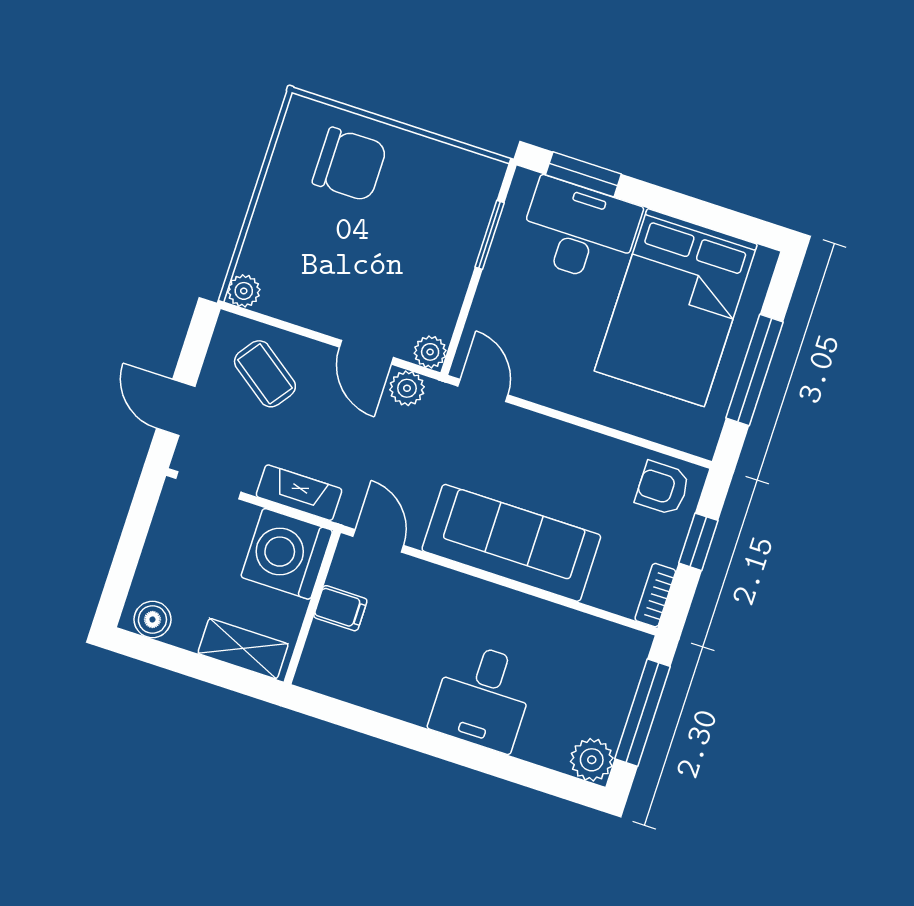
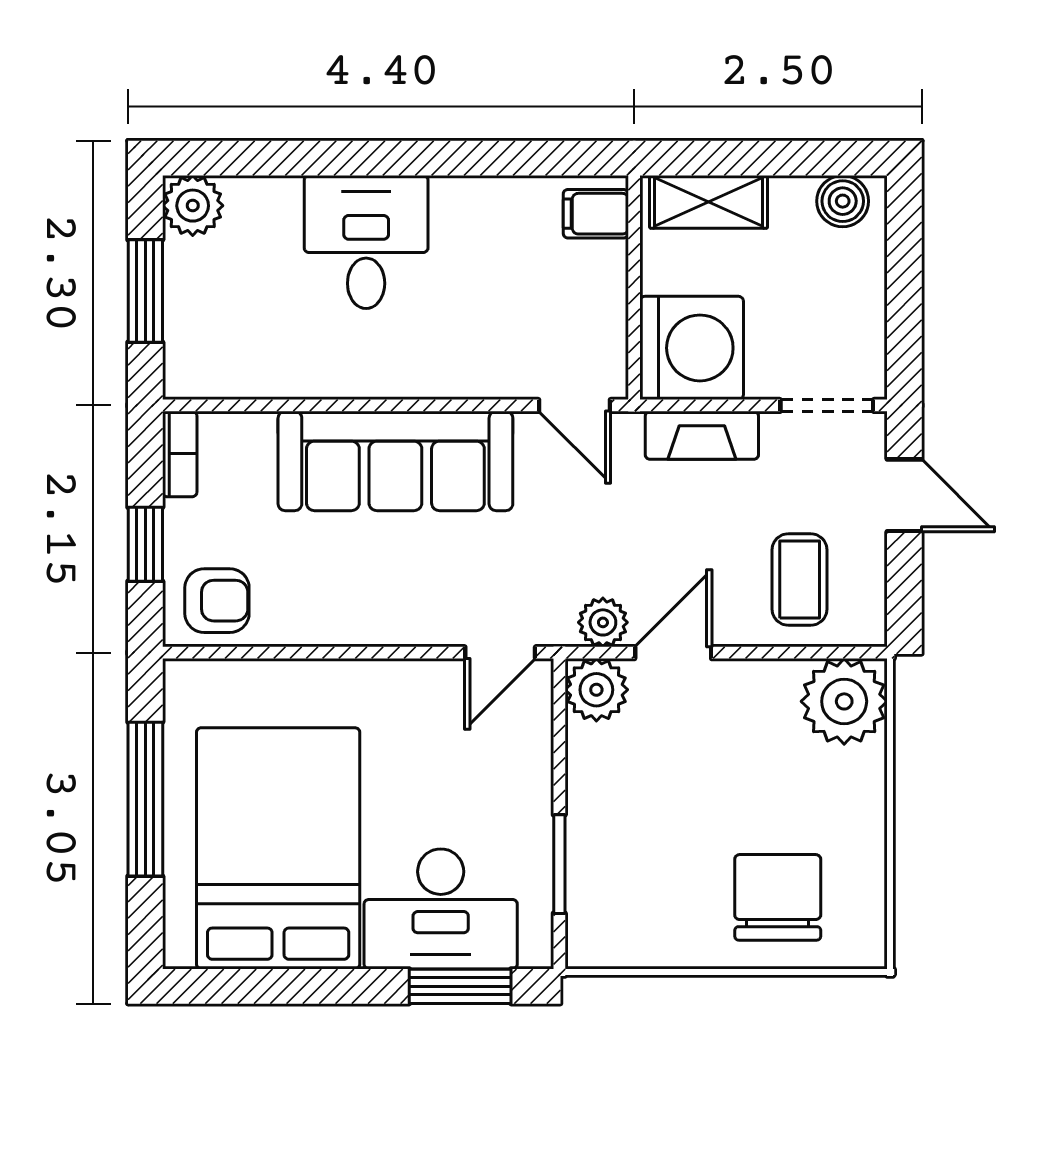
chair: (350, 164) -> (778, 897), turned 90
plant: (244, 291) -> (844, 701), width x1.87, depth x1.87
door: (366, 352) -> (673, 653), hinge flipped
plant: (430, 352) -> (596, 690), width x1.38, depth x1.38
coffee table: (265, 374) -> (800, 580), turned 54
door: (483, 390) -> (500, 653), hinge flipped
filing cabinet: (340, 608) -> (596, 214), moved
window: (643, 713) -> (145, 291), width x0.69

